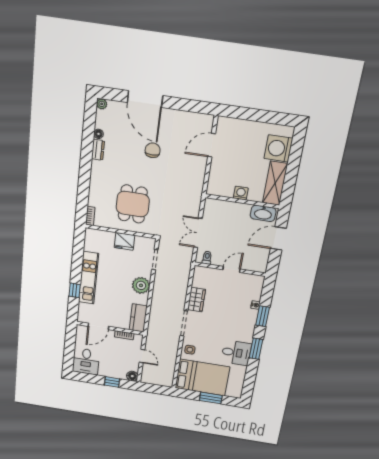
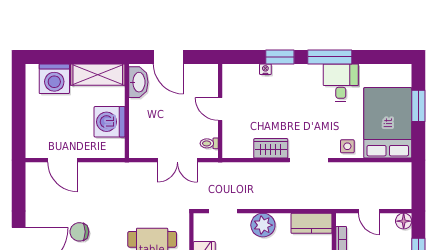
washing machine: (241, 193) -> (110, 122), width x1.89, depth x1.89
window: (256, 349) -> (330, 57), width x1.44
door: (142, 356) -> (369, 211), swing flipped

